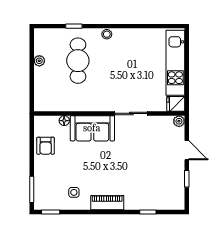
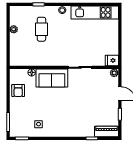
cafe table: (78, 61) -> (41, 29), width x0.73, depth x0.74
kitchen unit: (175, 63) -> (95, 12), moved, turned -90
piano: (107, 203) -> (106, 132), moved

